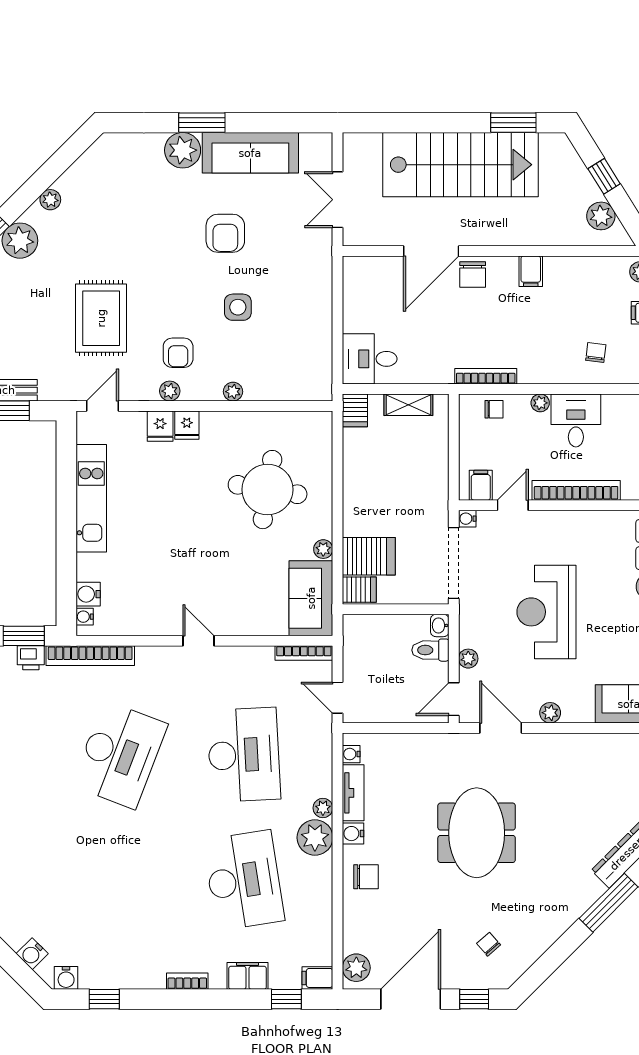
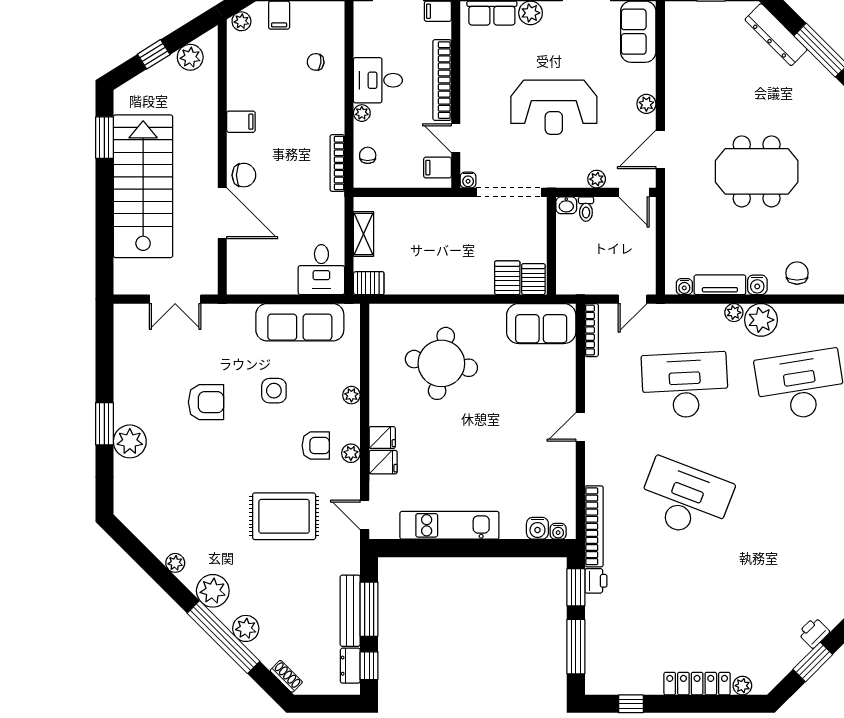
sofa: (250, 153) -> (300, 322), moved, turned 90
plant: (323, 549) -> (496, 312), removed
server rack: (369, 556) -> (507, 278), width x0.73, depth x0.70
toilet: (430, 650) -> (586, 209), width x0.73, depth x0.72

